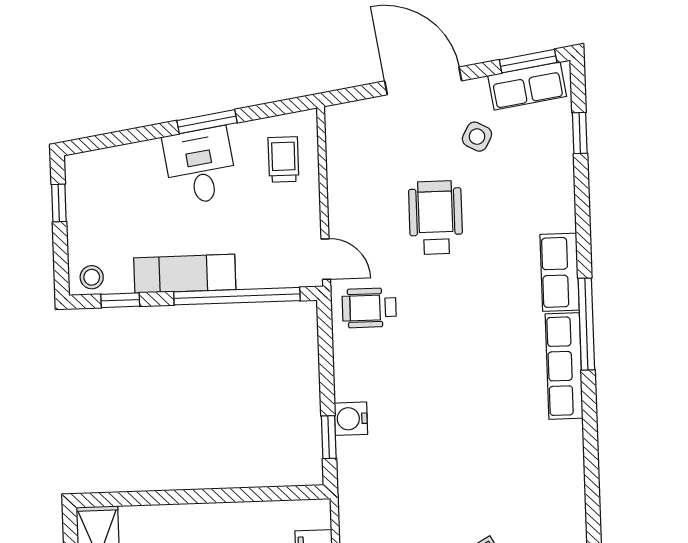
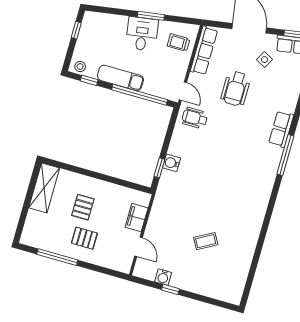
trolley: (283, 159) -> (178, 43), turned -90
wheelchair: (436, 218) -> (236, 89), turned 180
row of seats: (564, 366) -> (204, 51), moved, turned 180

